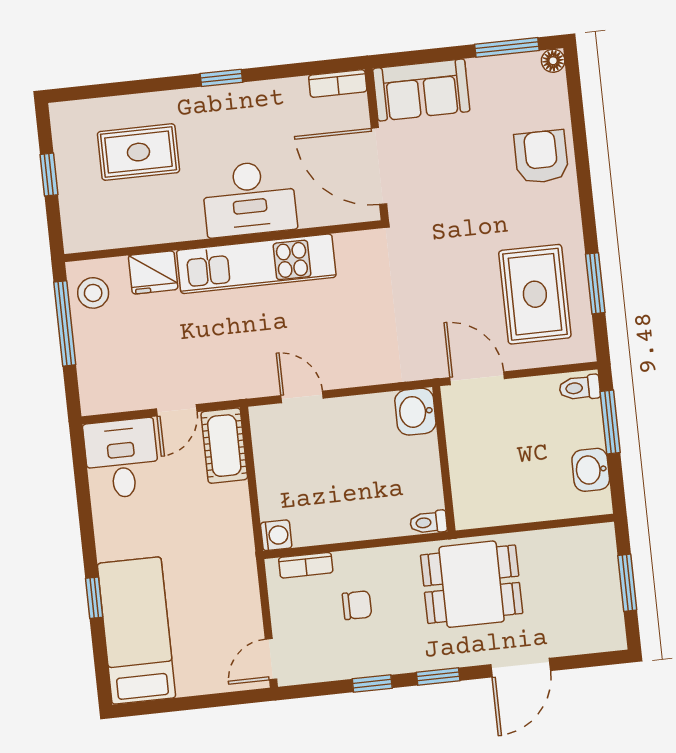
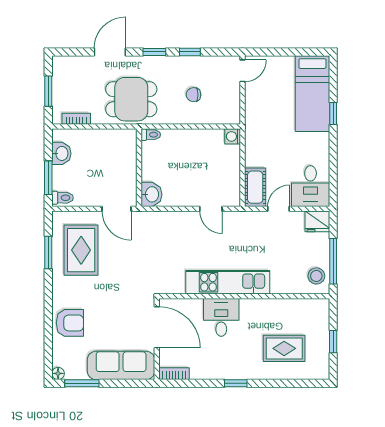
sofa: (421, 90) -> (121, 365), width x1.36
armchair: (541, 157) -> (70, 323), turned -90
desk: (249, 199) -> (221, 317), width x0.73
fridge: (153, 272) -> (317, 221), moved, turned 180
bookcase: (306, 565) -> (76, 119), moved

